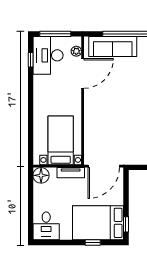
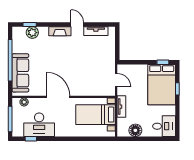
desk: (48, 55) -> (39, 125), moved
door: (83, 73) -> (58, 97), moved
door: (104, 166) -> (116, 80), width x0.53
floor lamp: (41, 175) -> (135, 130), moved

